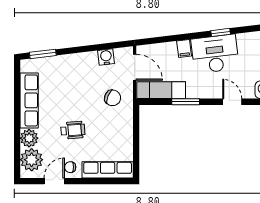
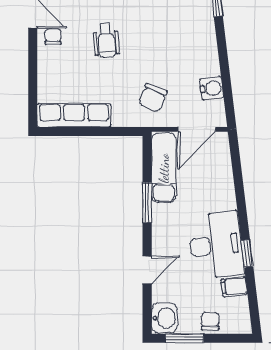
filing cabinet: (184, 48) -> (234, 287), moved
row of seats: (108, 170) -> (74, 115), moved, turned -90

